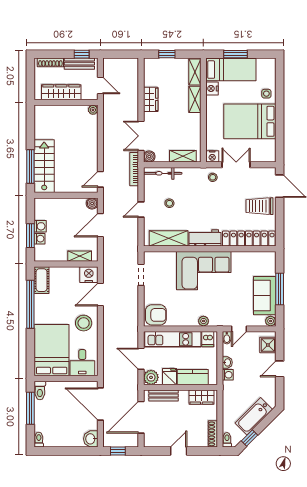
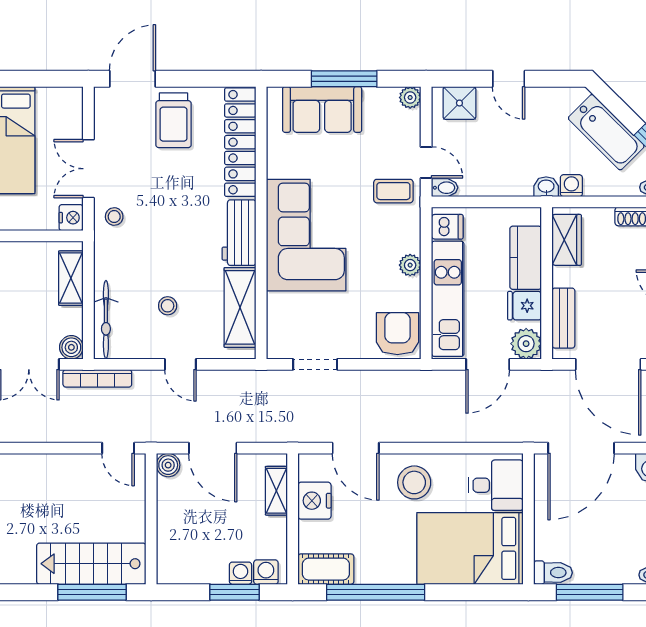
washing machine: (40, 226) -> (266, 572), moved
nightstand: (89, 275) -> (314, 501), moved
sofa: (265, 296) -> (322, 109), moved
coffee table: (225, 313) -> (393, 191), added
plant: (203, 321) -> (410, 265), moved
washbasin: (227, 362) -> (546, 187), moved
washing machine: (228, 375) -> (571, 186), moved

